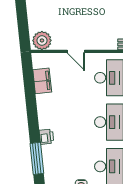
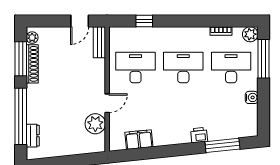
plant: (42, 40) -> (95, 124), moved

